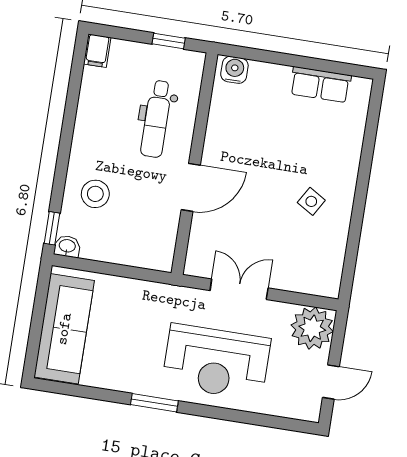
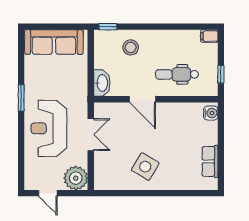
side table: (311, 201) -> (145, 167), width x1.87, depth x1.87
washbasin: (67, 246) -> (102, 83), moved, width x1.91, depth x1.45

